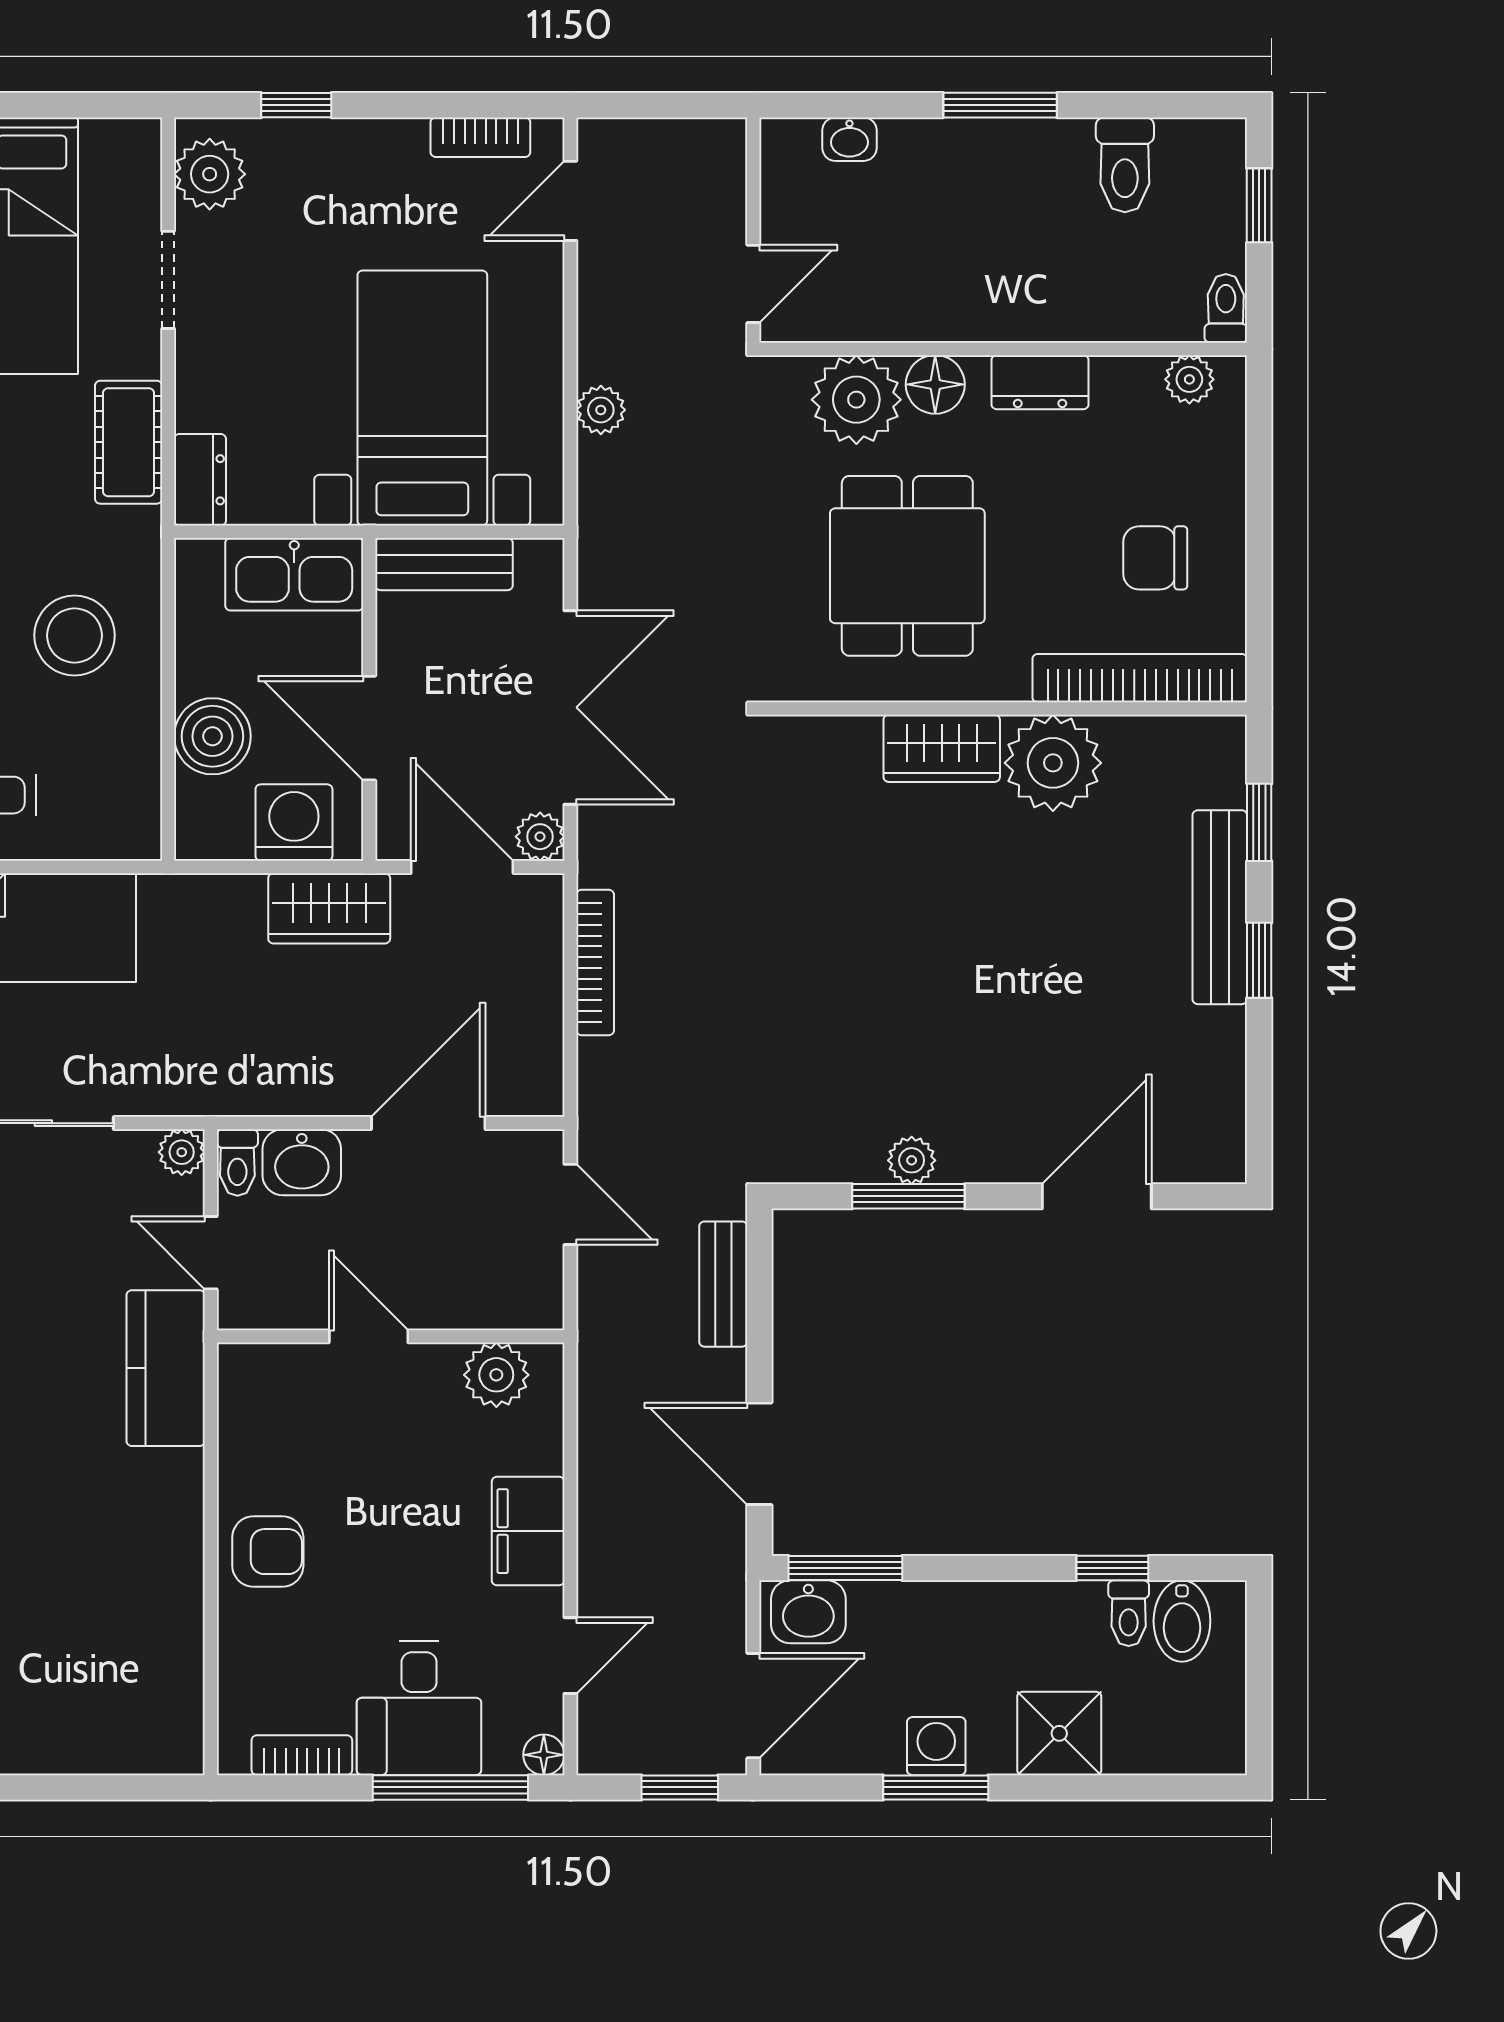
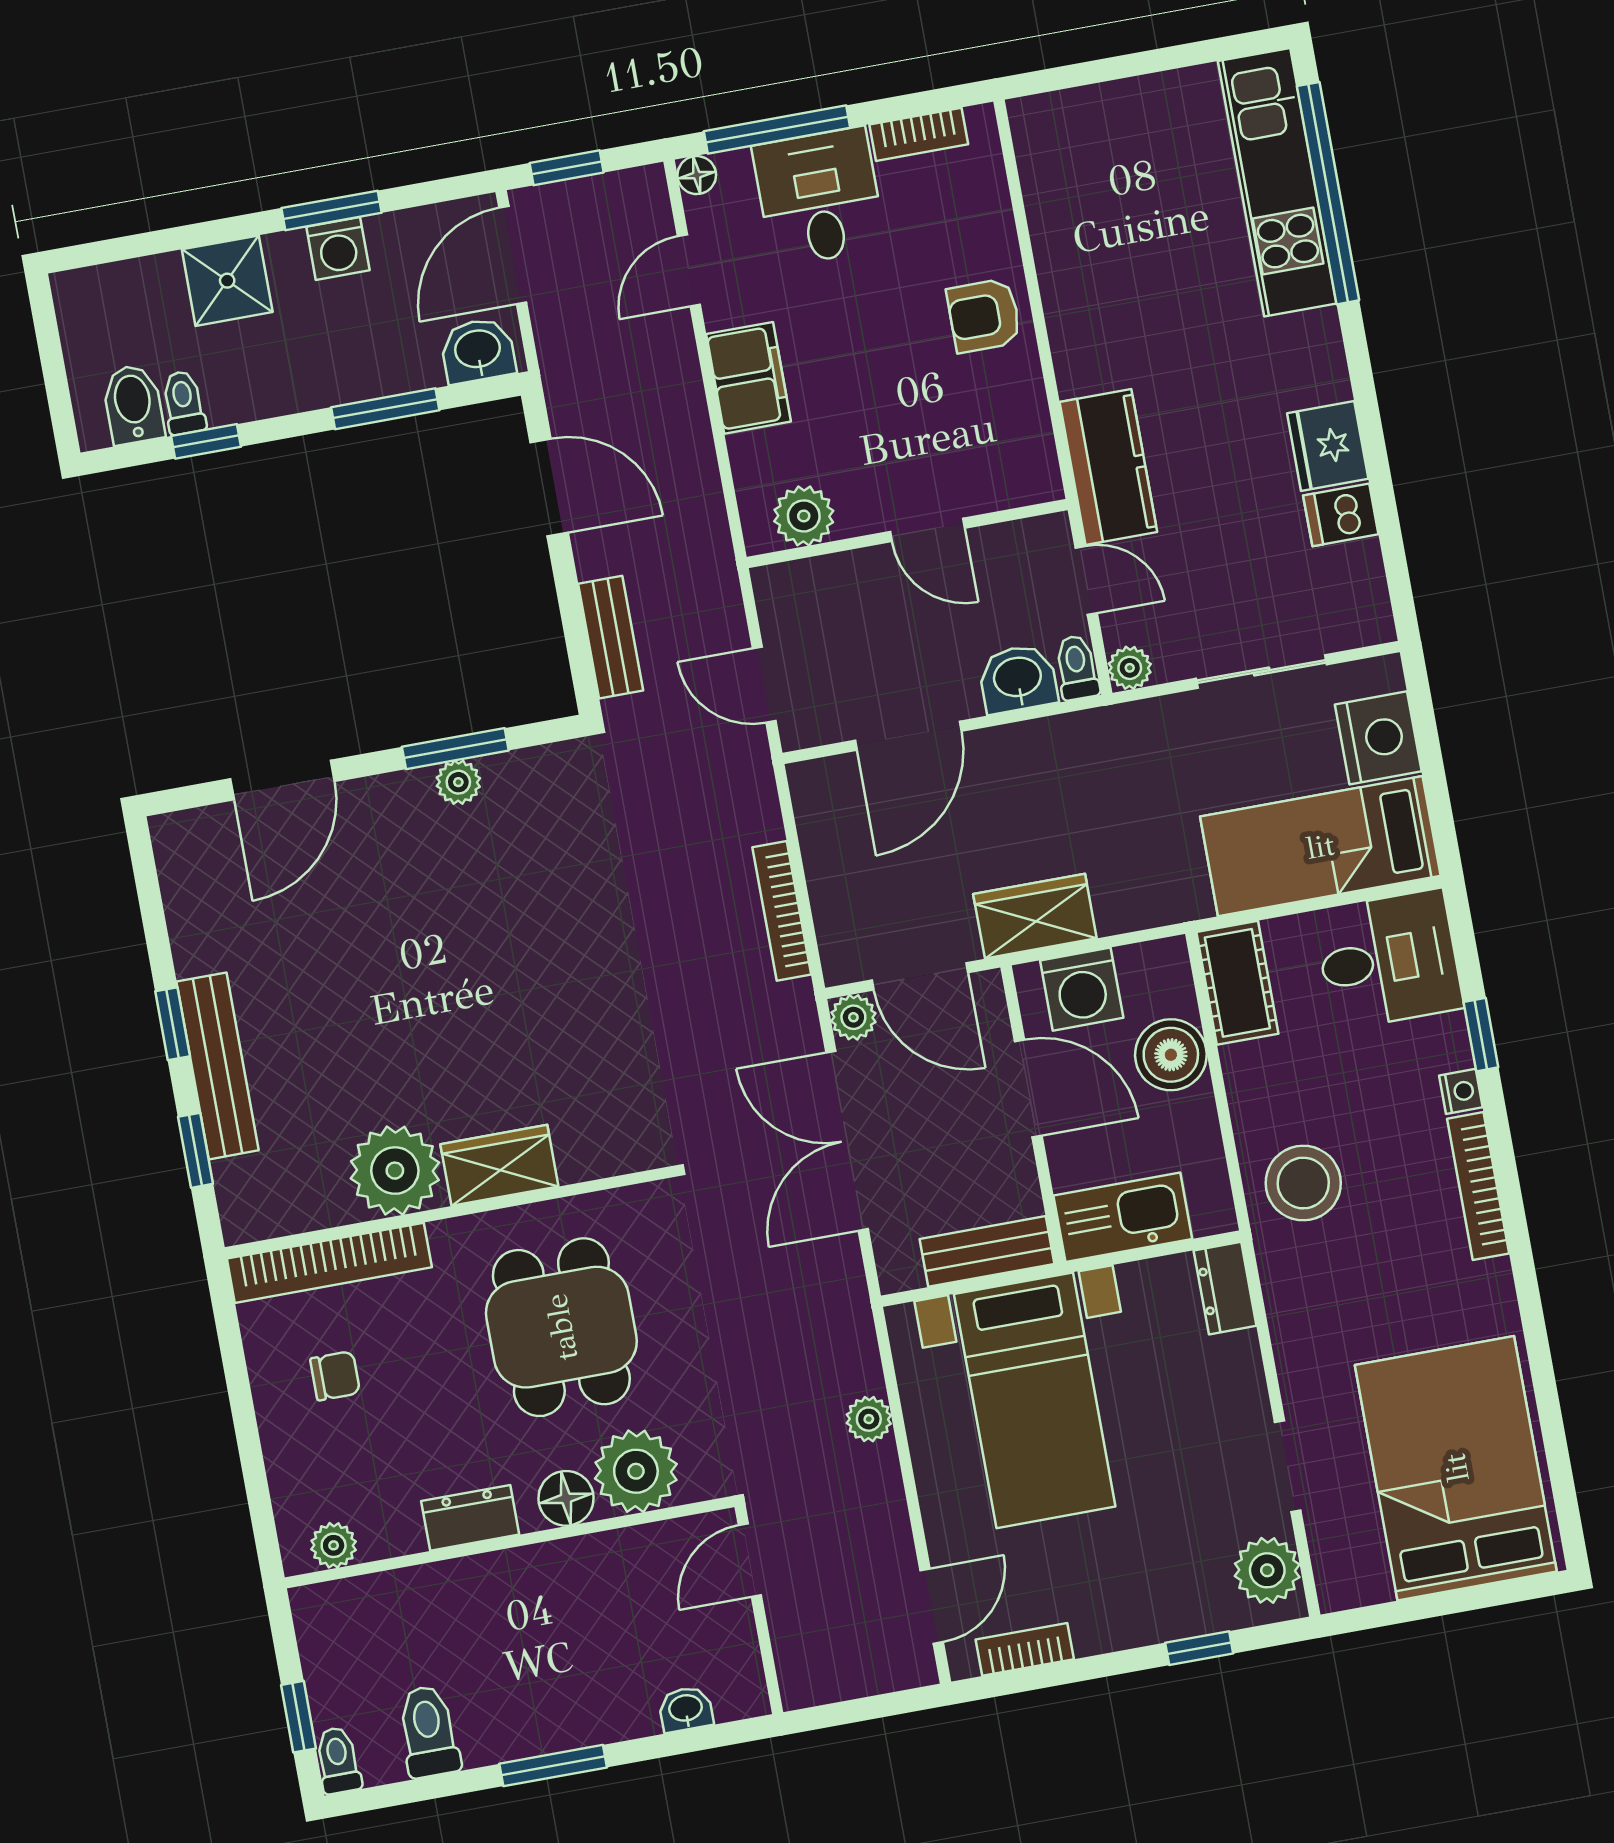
toilet: (1226, 308) -> (338, 1760), moved, turned 180
cot: (129, 442) -> (1237, 983), moved
chair: (1155, 558) -> (335, 1376), width x0.73, depth x0.73
stool: (75, 635) -> (1303, 1183), moved
window: (845, 1568) -> (385, 409), moved

